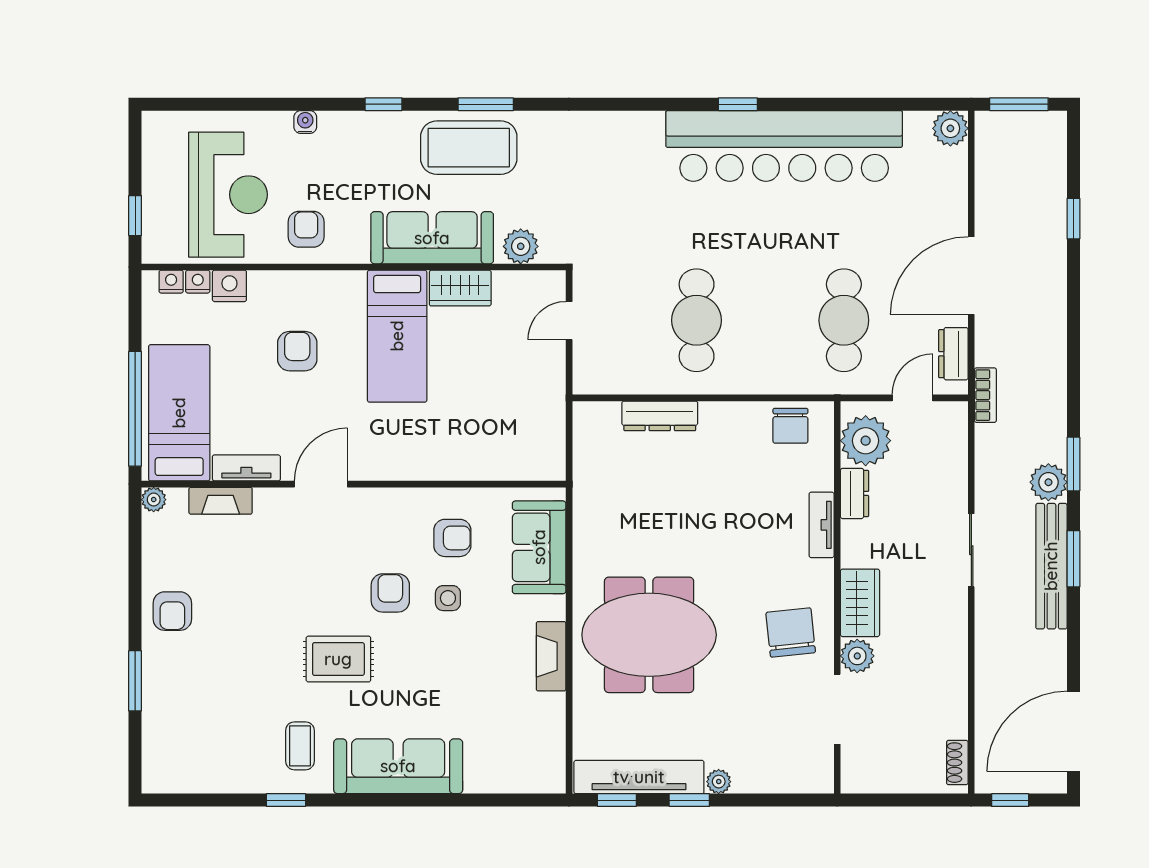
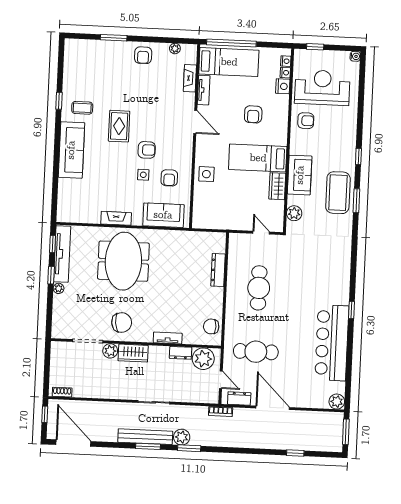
water cooler: (305, 122) -> (355, 56), moved
bar counter: (784, 146) -> (332, 343), width x0.73
reception desk: (228, 195) -> (322, 88), turned 180
sofa: (432, 238) -> (300, 175), width x0.73
cafe table: (697, 320) -> (259, 288), turned 90
armchair: (297, 351) -> (253, 114), turned 90
side table: (440, 453) -> (206, 174), added
plant: (154, 500) -> (175, 49), moved
armchair: (172, 611) -> (143, 55), turned -90

